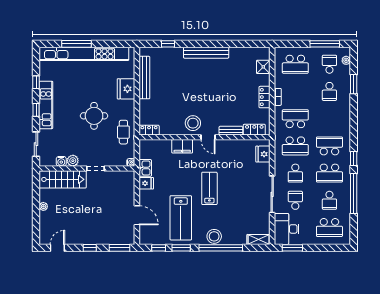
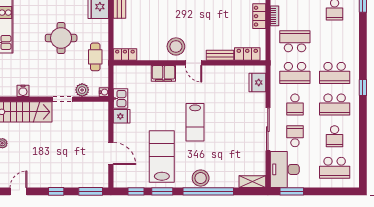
school desk: (329, 146) -> (335, 73), turned 180
plant: (73, 161) -> (82, 90), moved
lab bench: (209, 188) -> (195, 122), turned 180
window: (354, 193) -> (363, 128), removed
lab bench: (181, 218) -> (162, 157), turned 180

